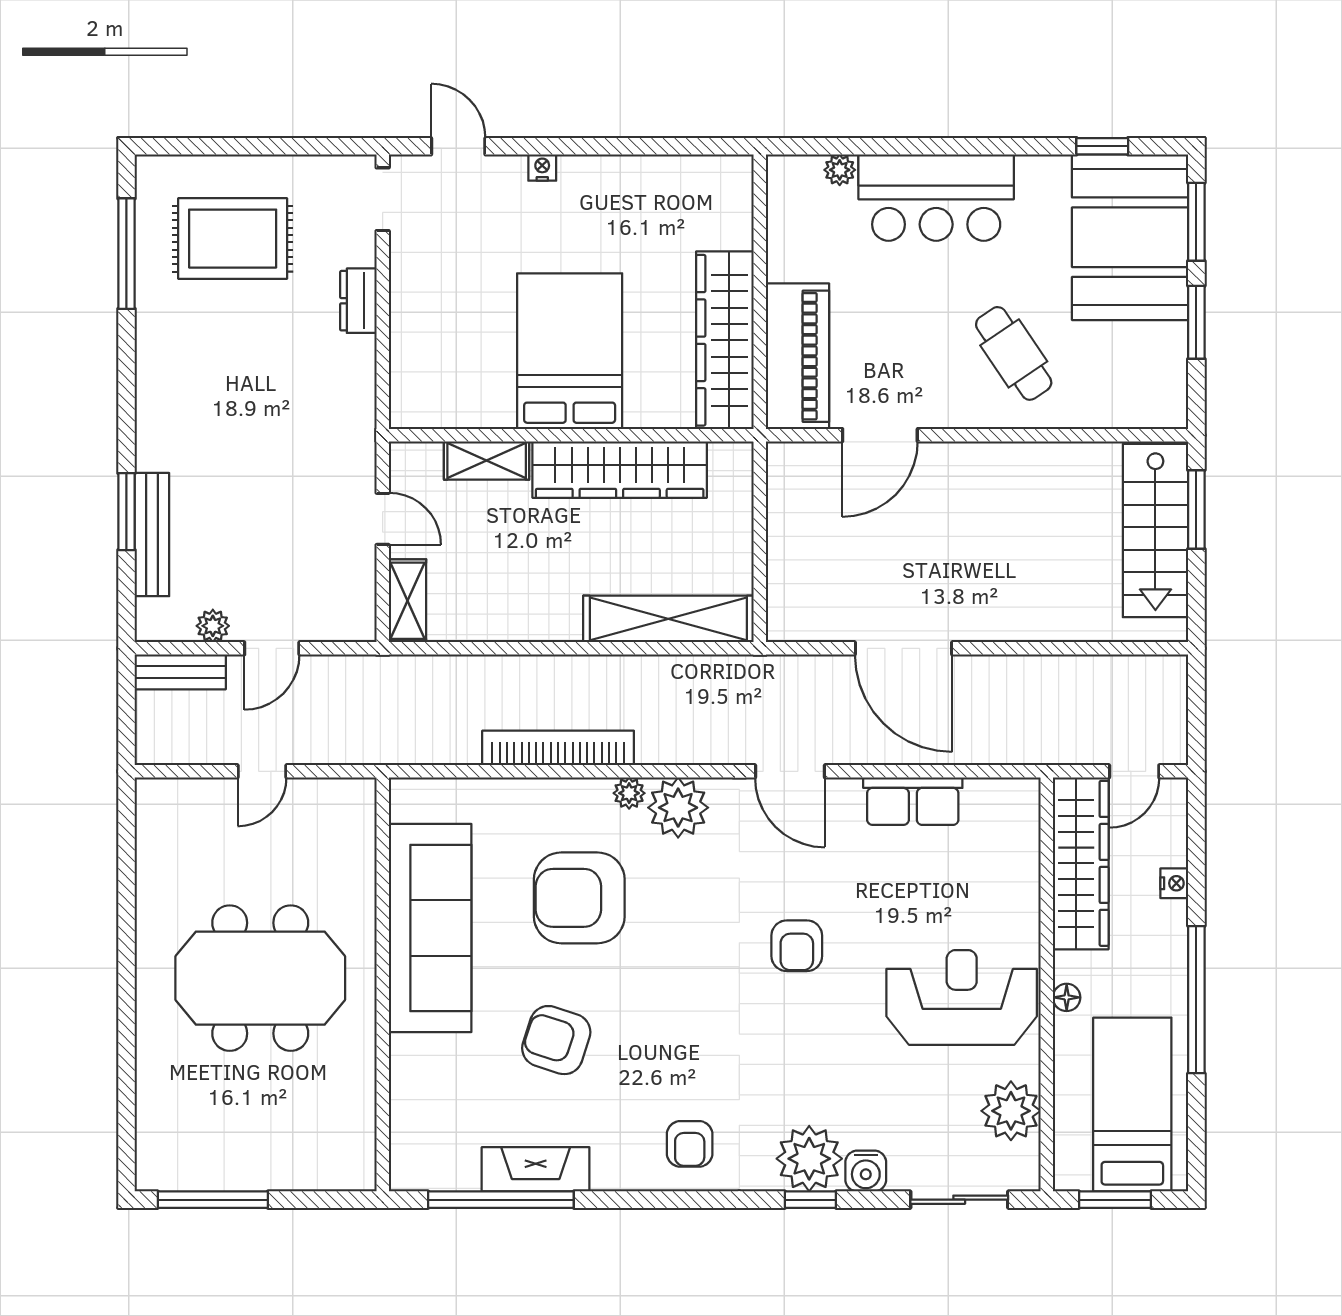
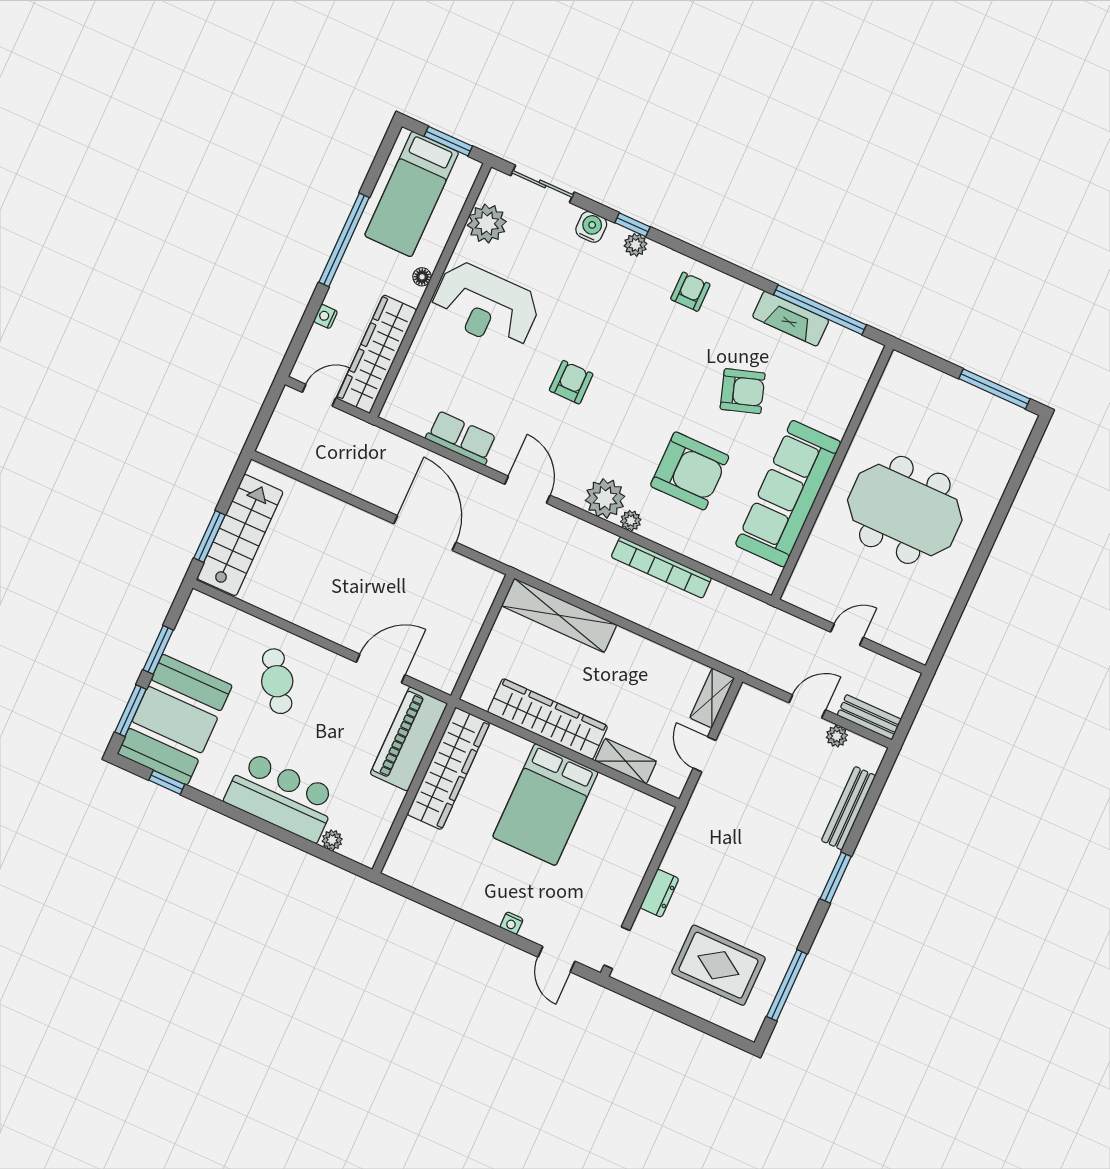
window: (126, 512) -> (836, 878), moved
armchair: (556, 1040) -> (743, 391), turned -36
plant: (809, 1159) -> (636, 245), width x0.53, depth x0.53

